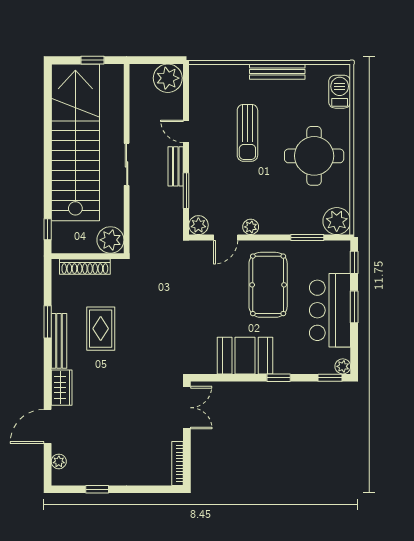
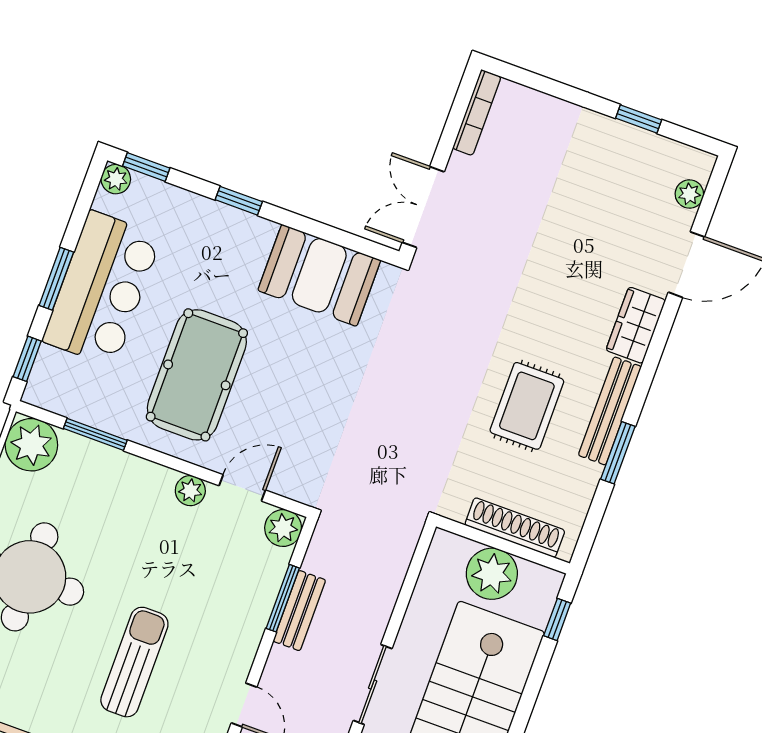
bench: (176, 166) -> (299, 611), moved
plant: (110, 240) -> (492, 574), moved
booth: (245, 356) -> (319, 275), moved

